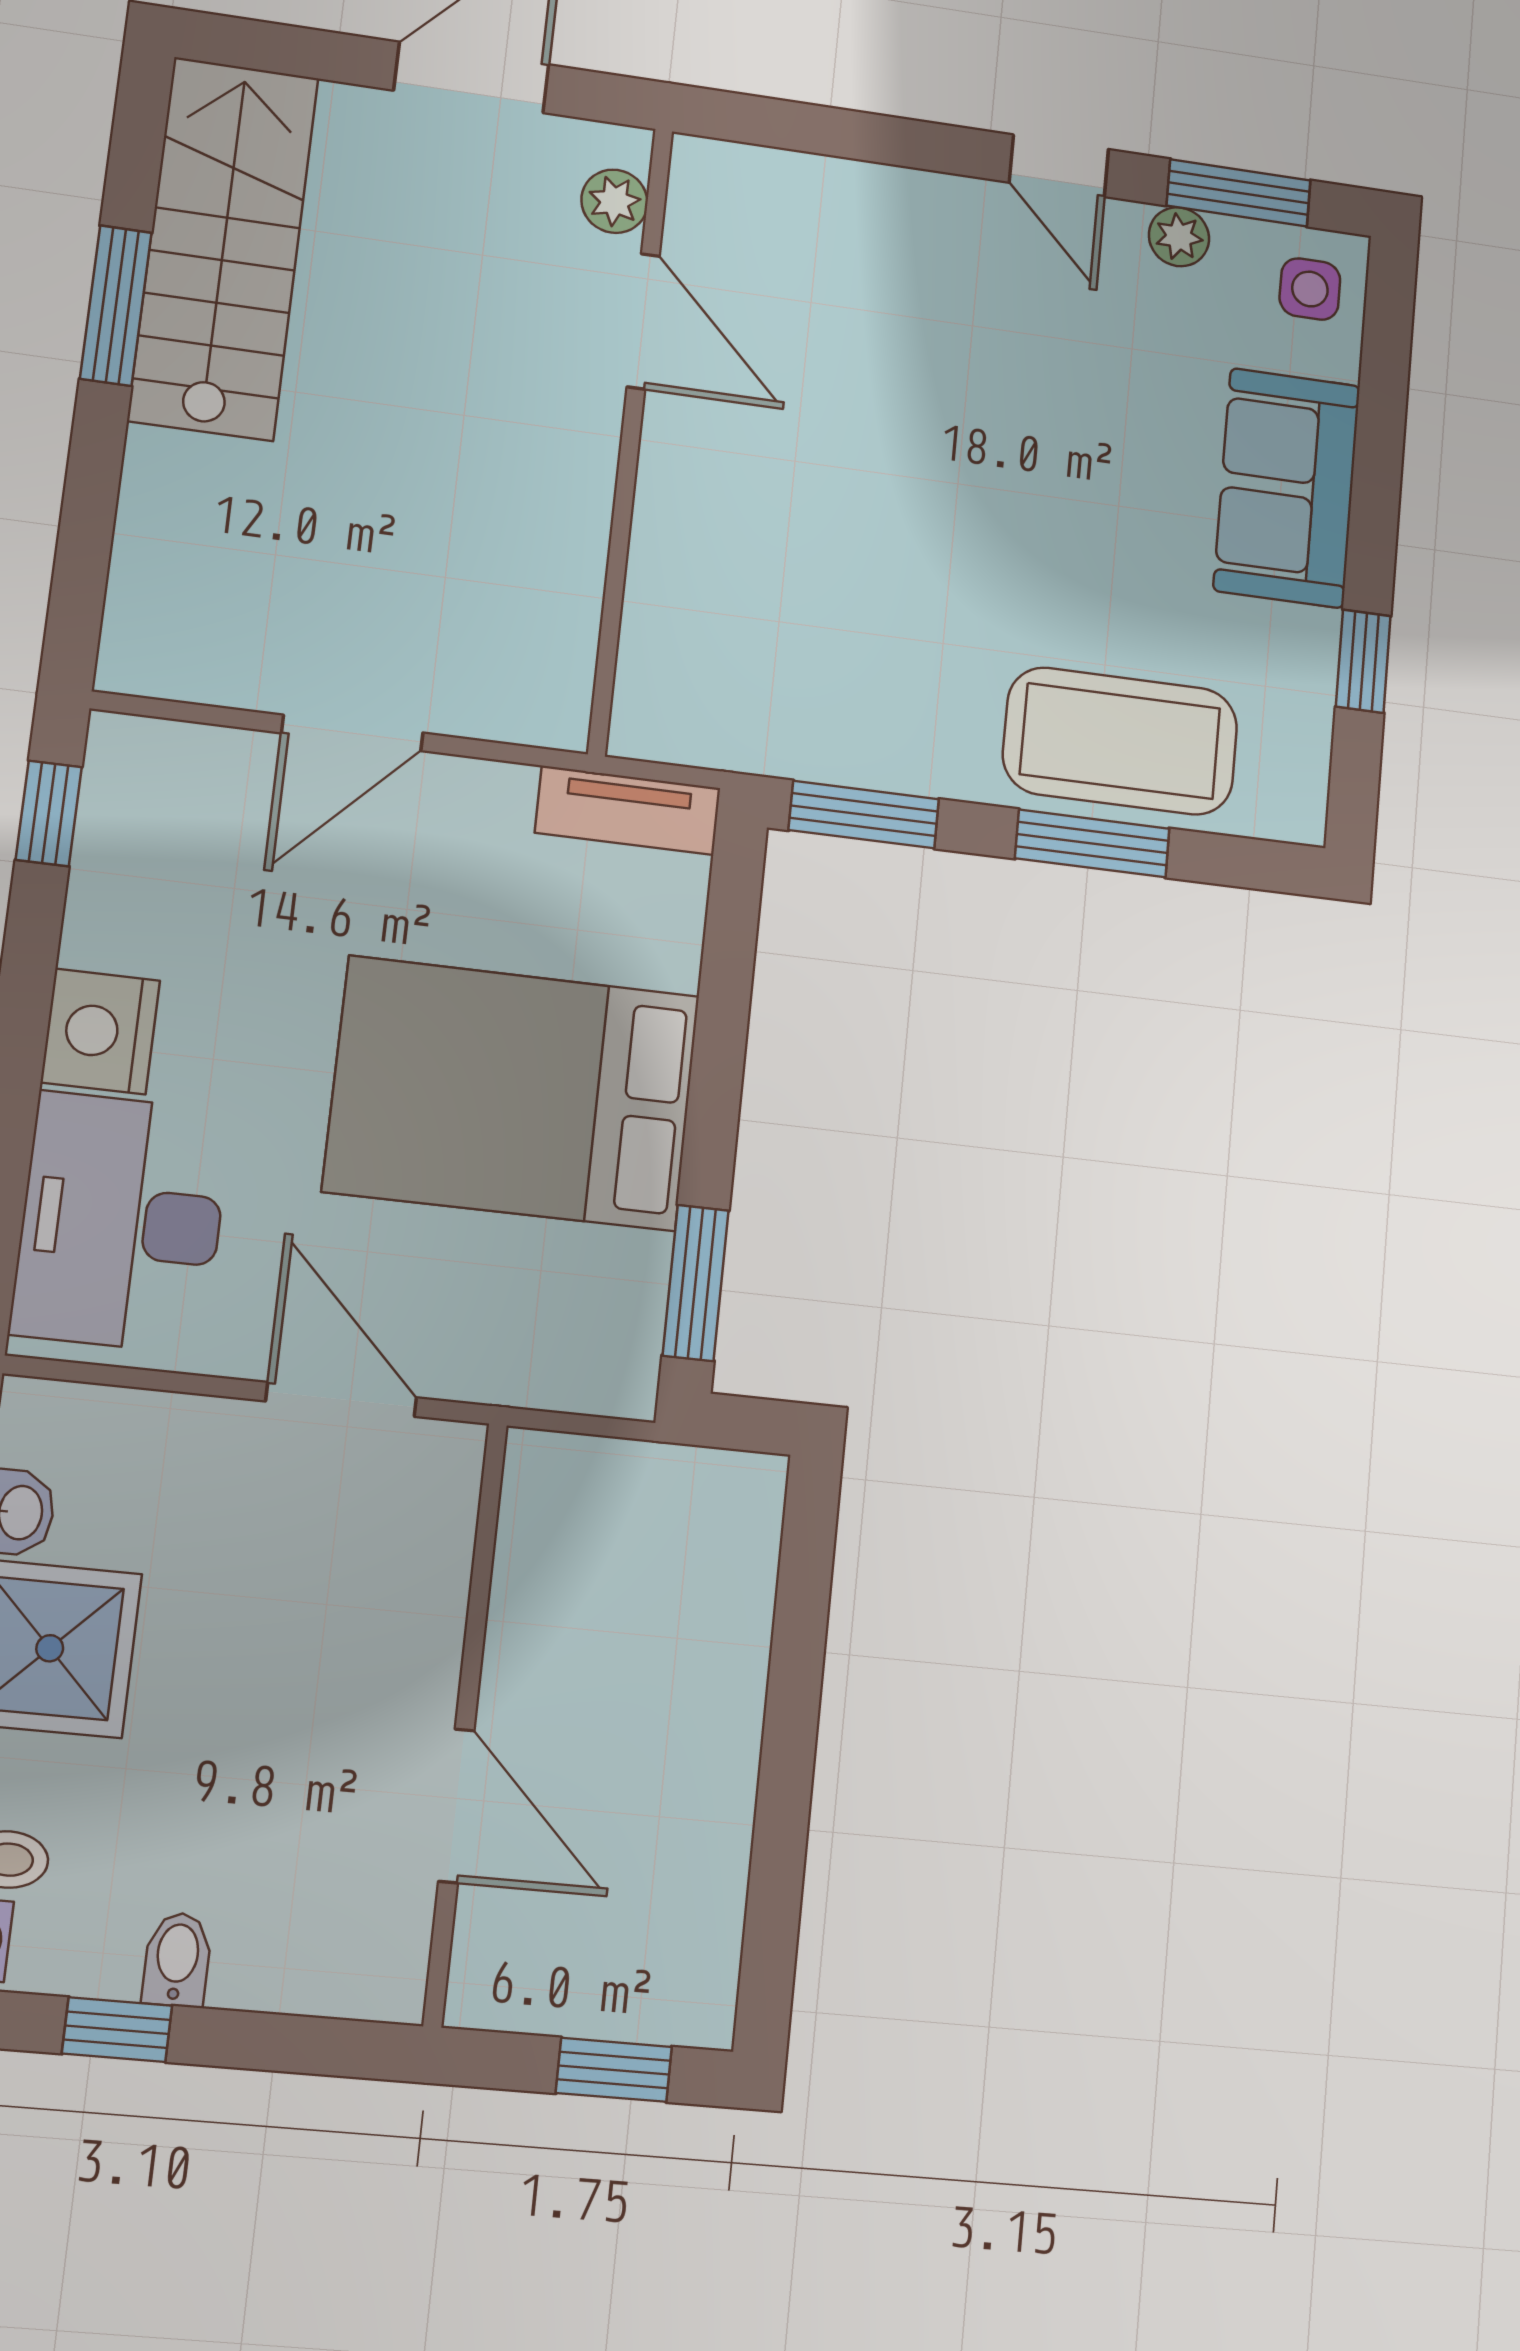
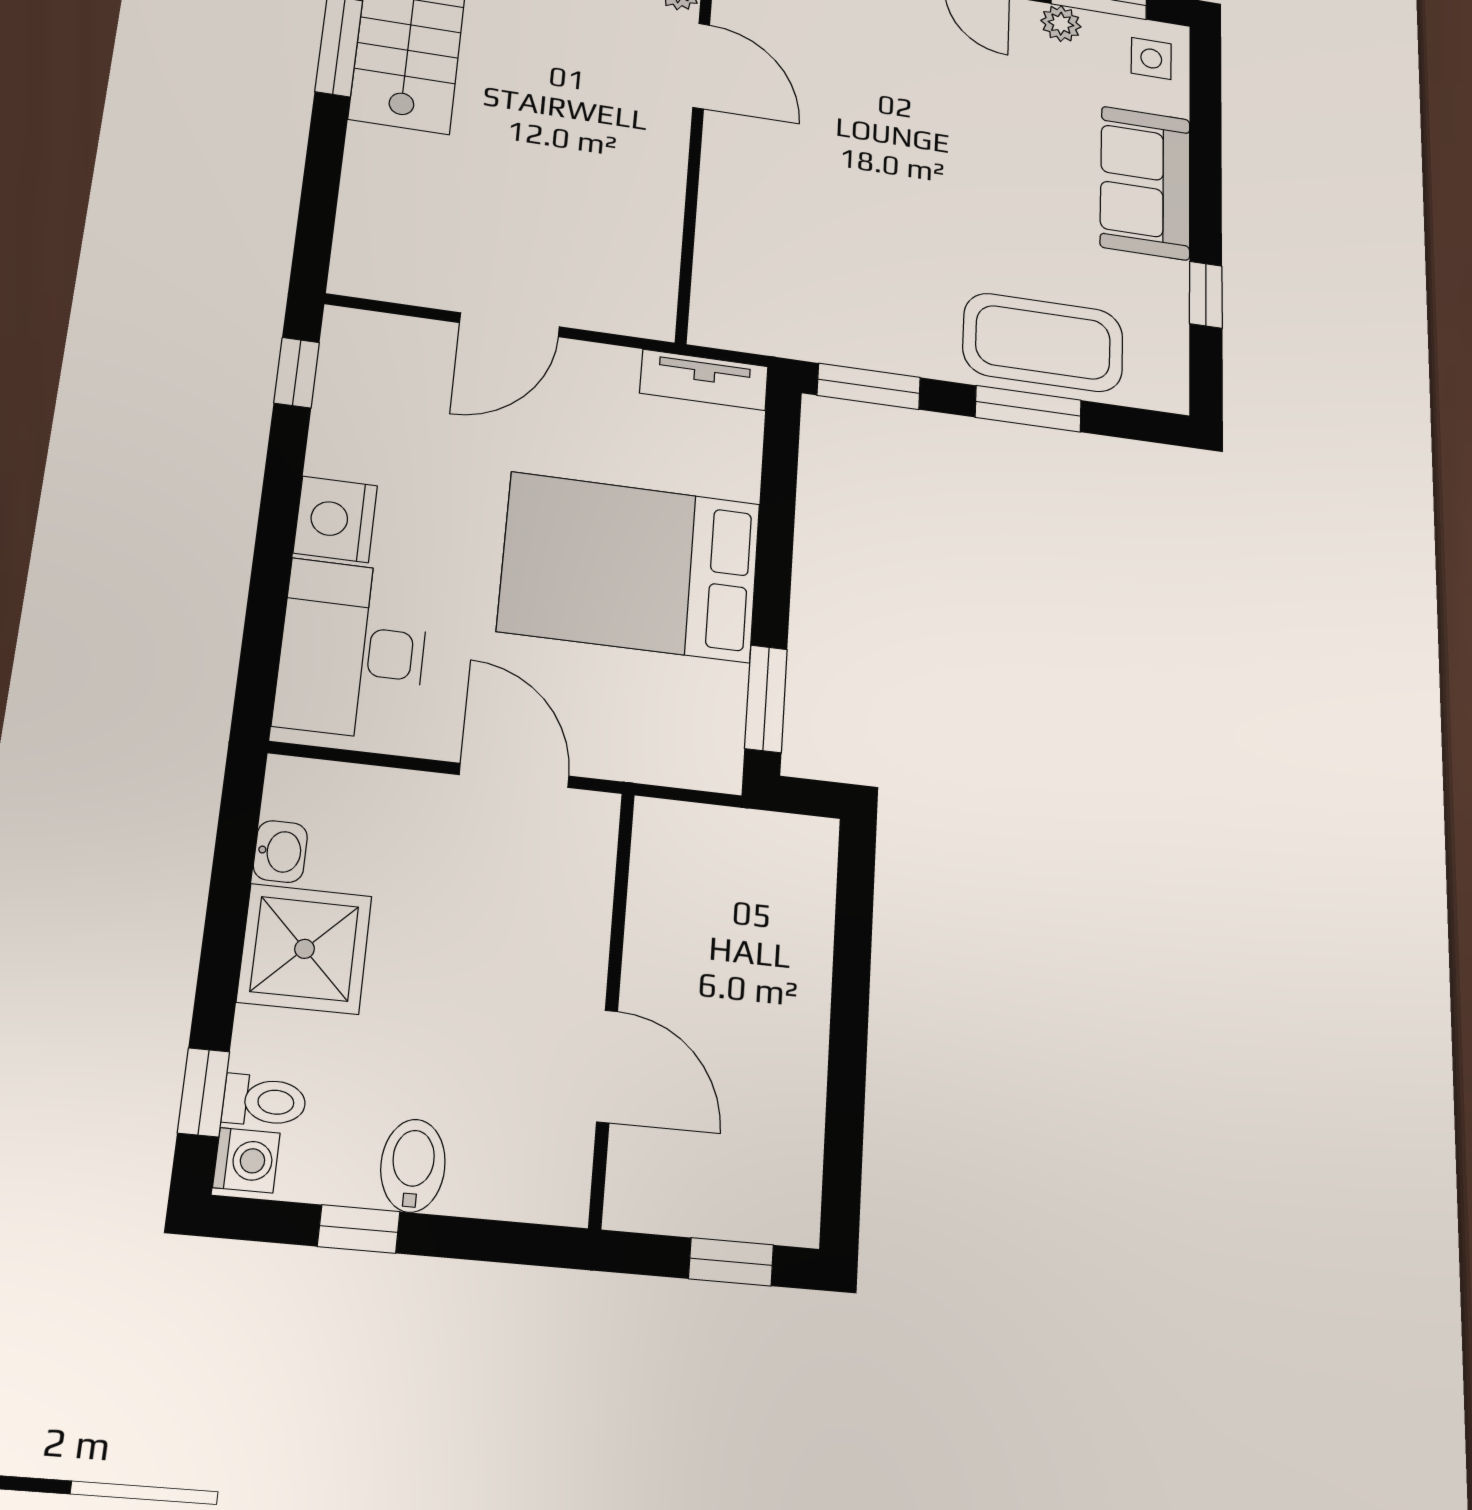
bidet: (177, 1959) -> (413, 1166), width x1.38, depth x1.36

